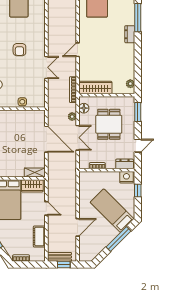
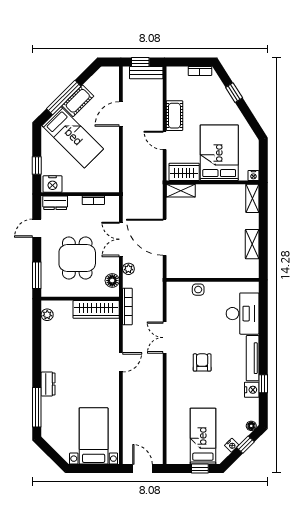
cot: (39, 236) -> (174, 116), moved
cot: (108, 237) -> (78, 101), added

